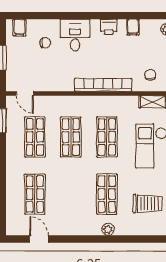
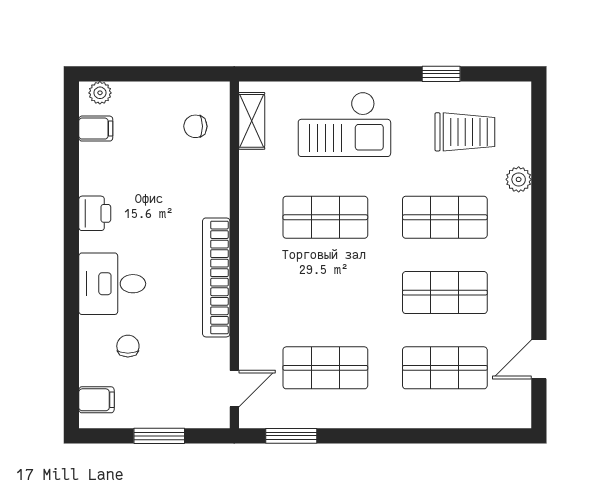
filing cabinet: (133, 27) -> (96, 129), moved
bookcase: (103, 85) -> (216, 277), moved
shop shelf: (71, 137) -> (445, 293), moved
trolley: (148, 204) -> (465, 132), turned 90
plant: (108, 229) -> (519, 179), moved

